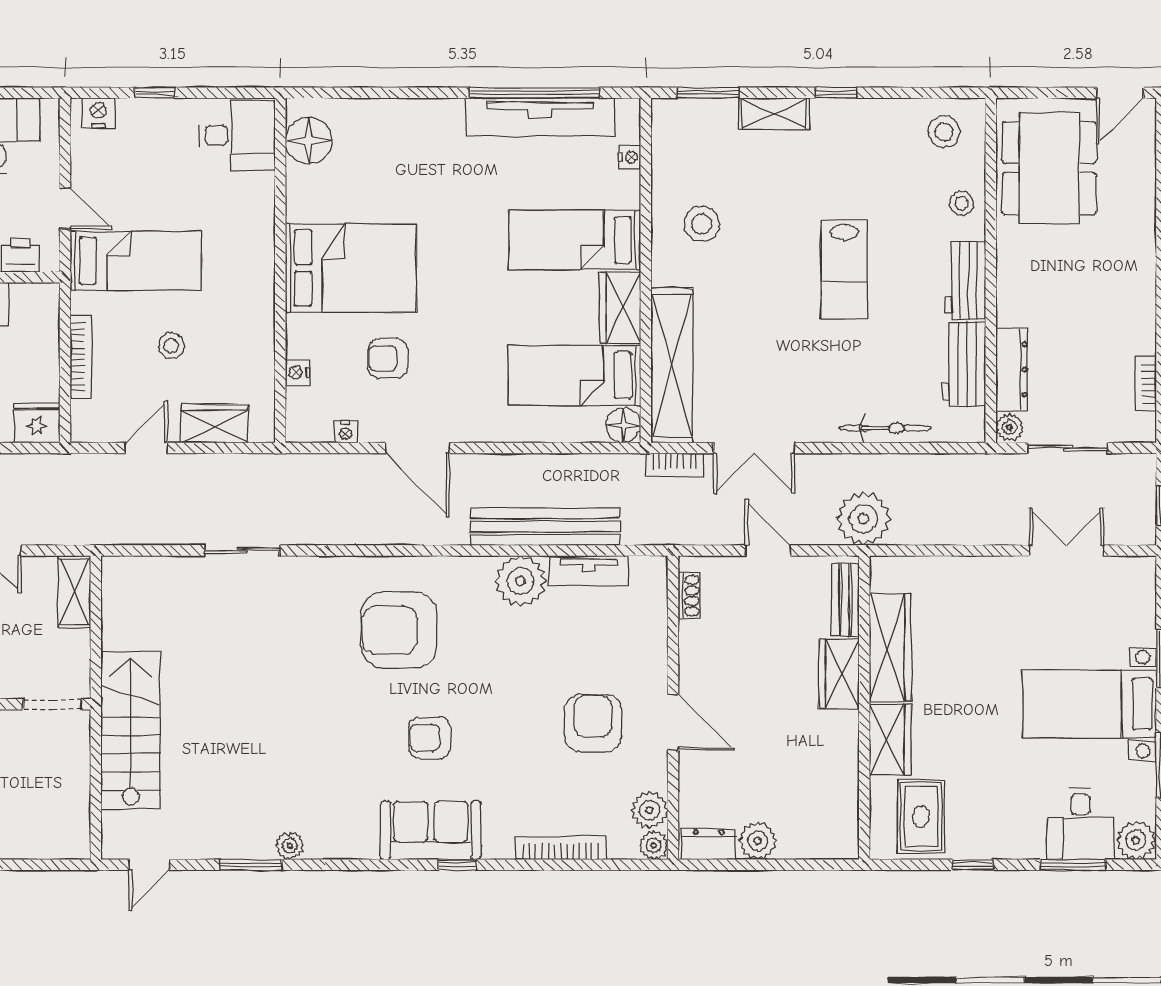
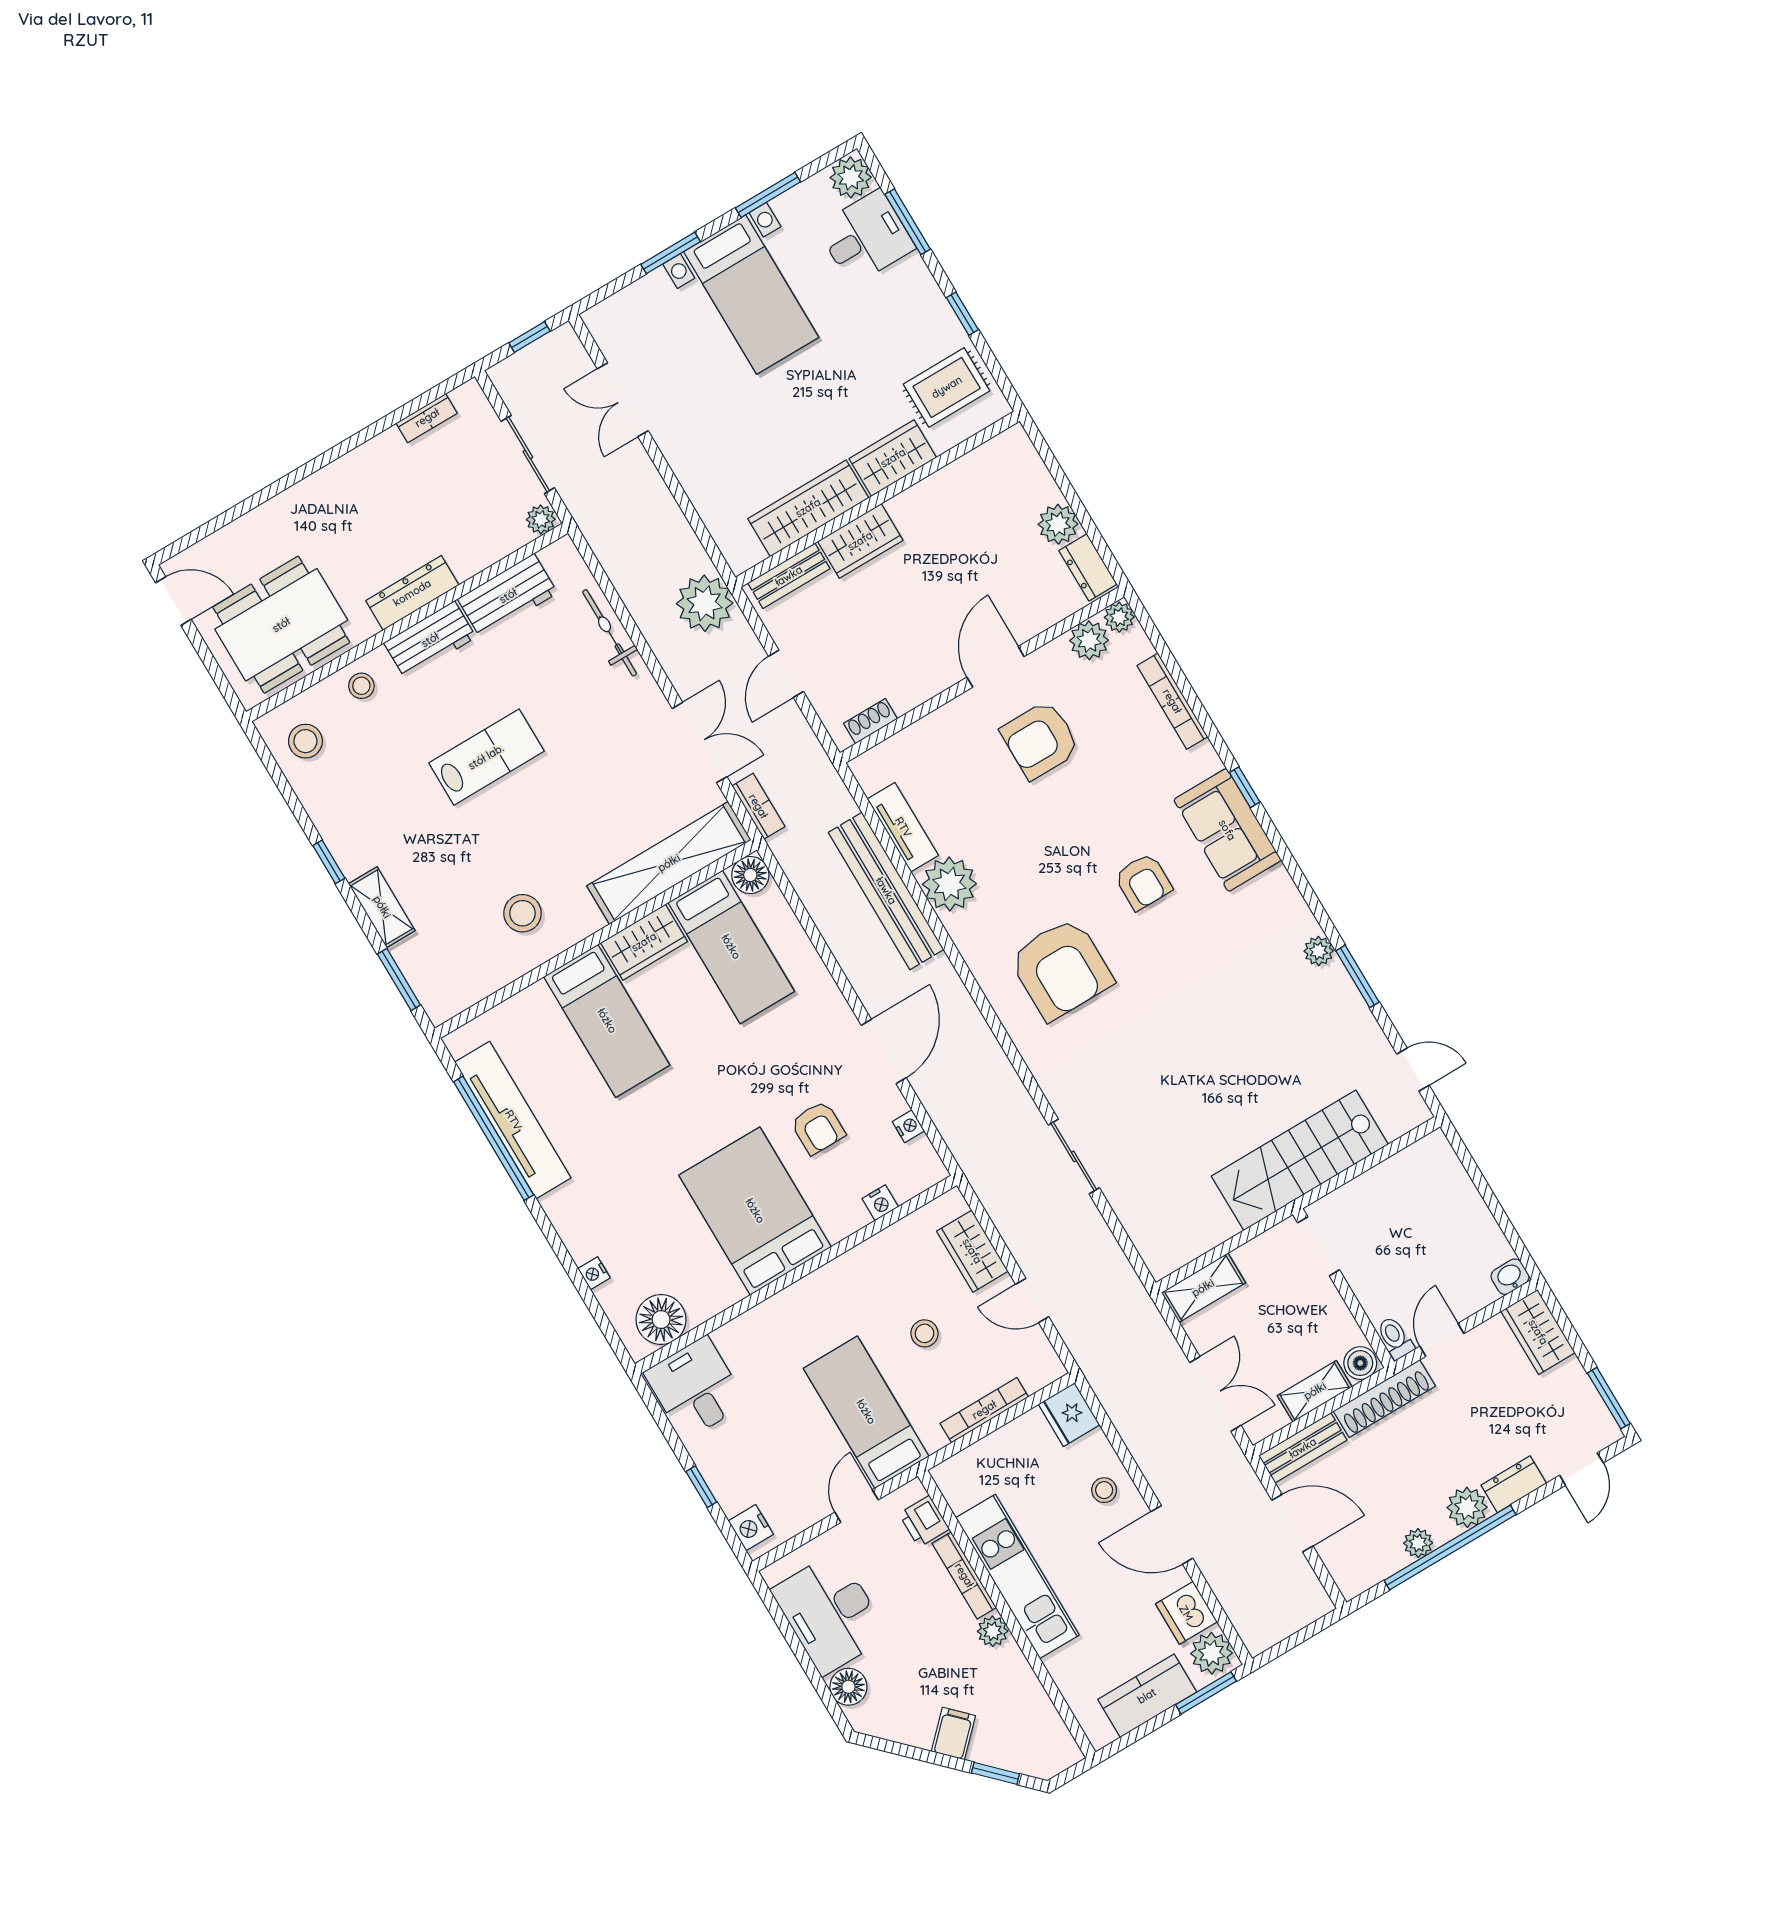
nightstand: (630, 157) -> (594, 1273), moved, turned -90
dresser: (1012, 369) -> (412, 593), moved

